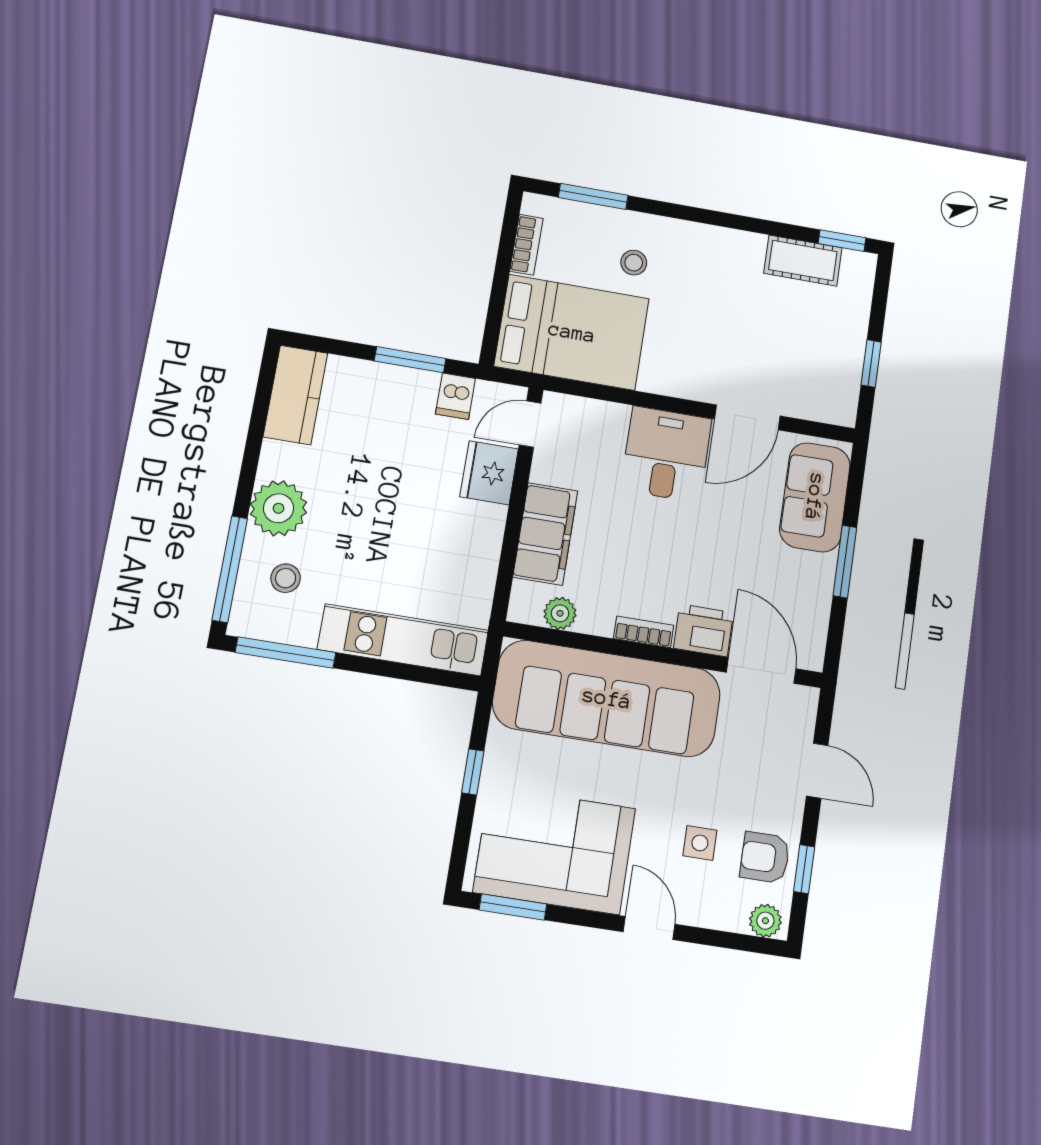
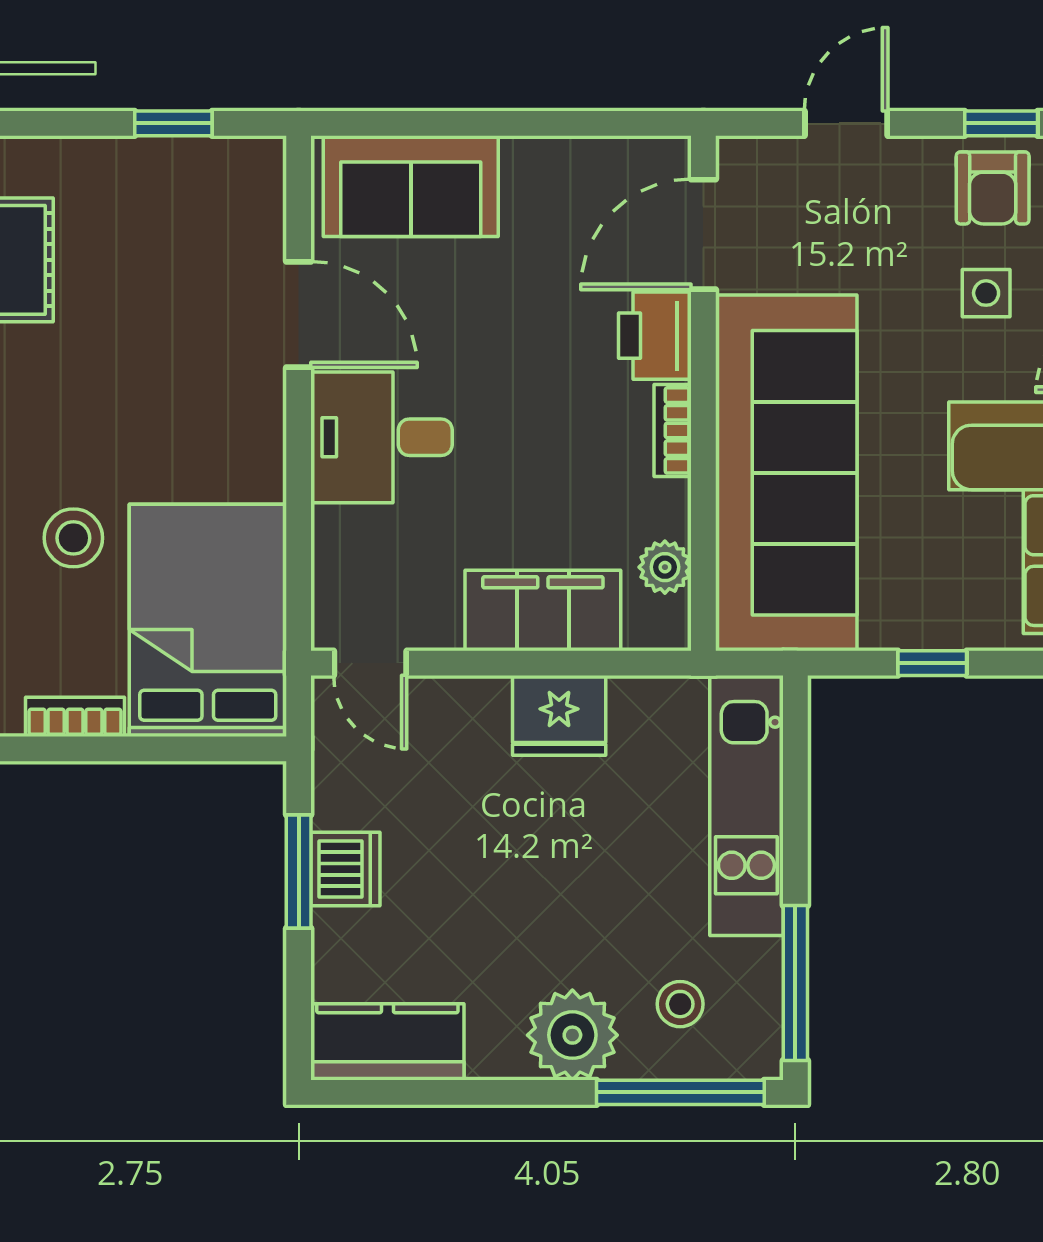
stool: (634, 263) -> (73, 538), width x1.37, depth x1.37
dishwasher: (455, 396) -> (345, 869), moved, width x1.38
fridge: (489, 473) -> (559, 715), moved
window: (845, 562) -> (507, 123), removed

